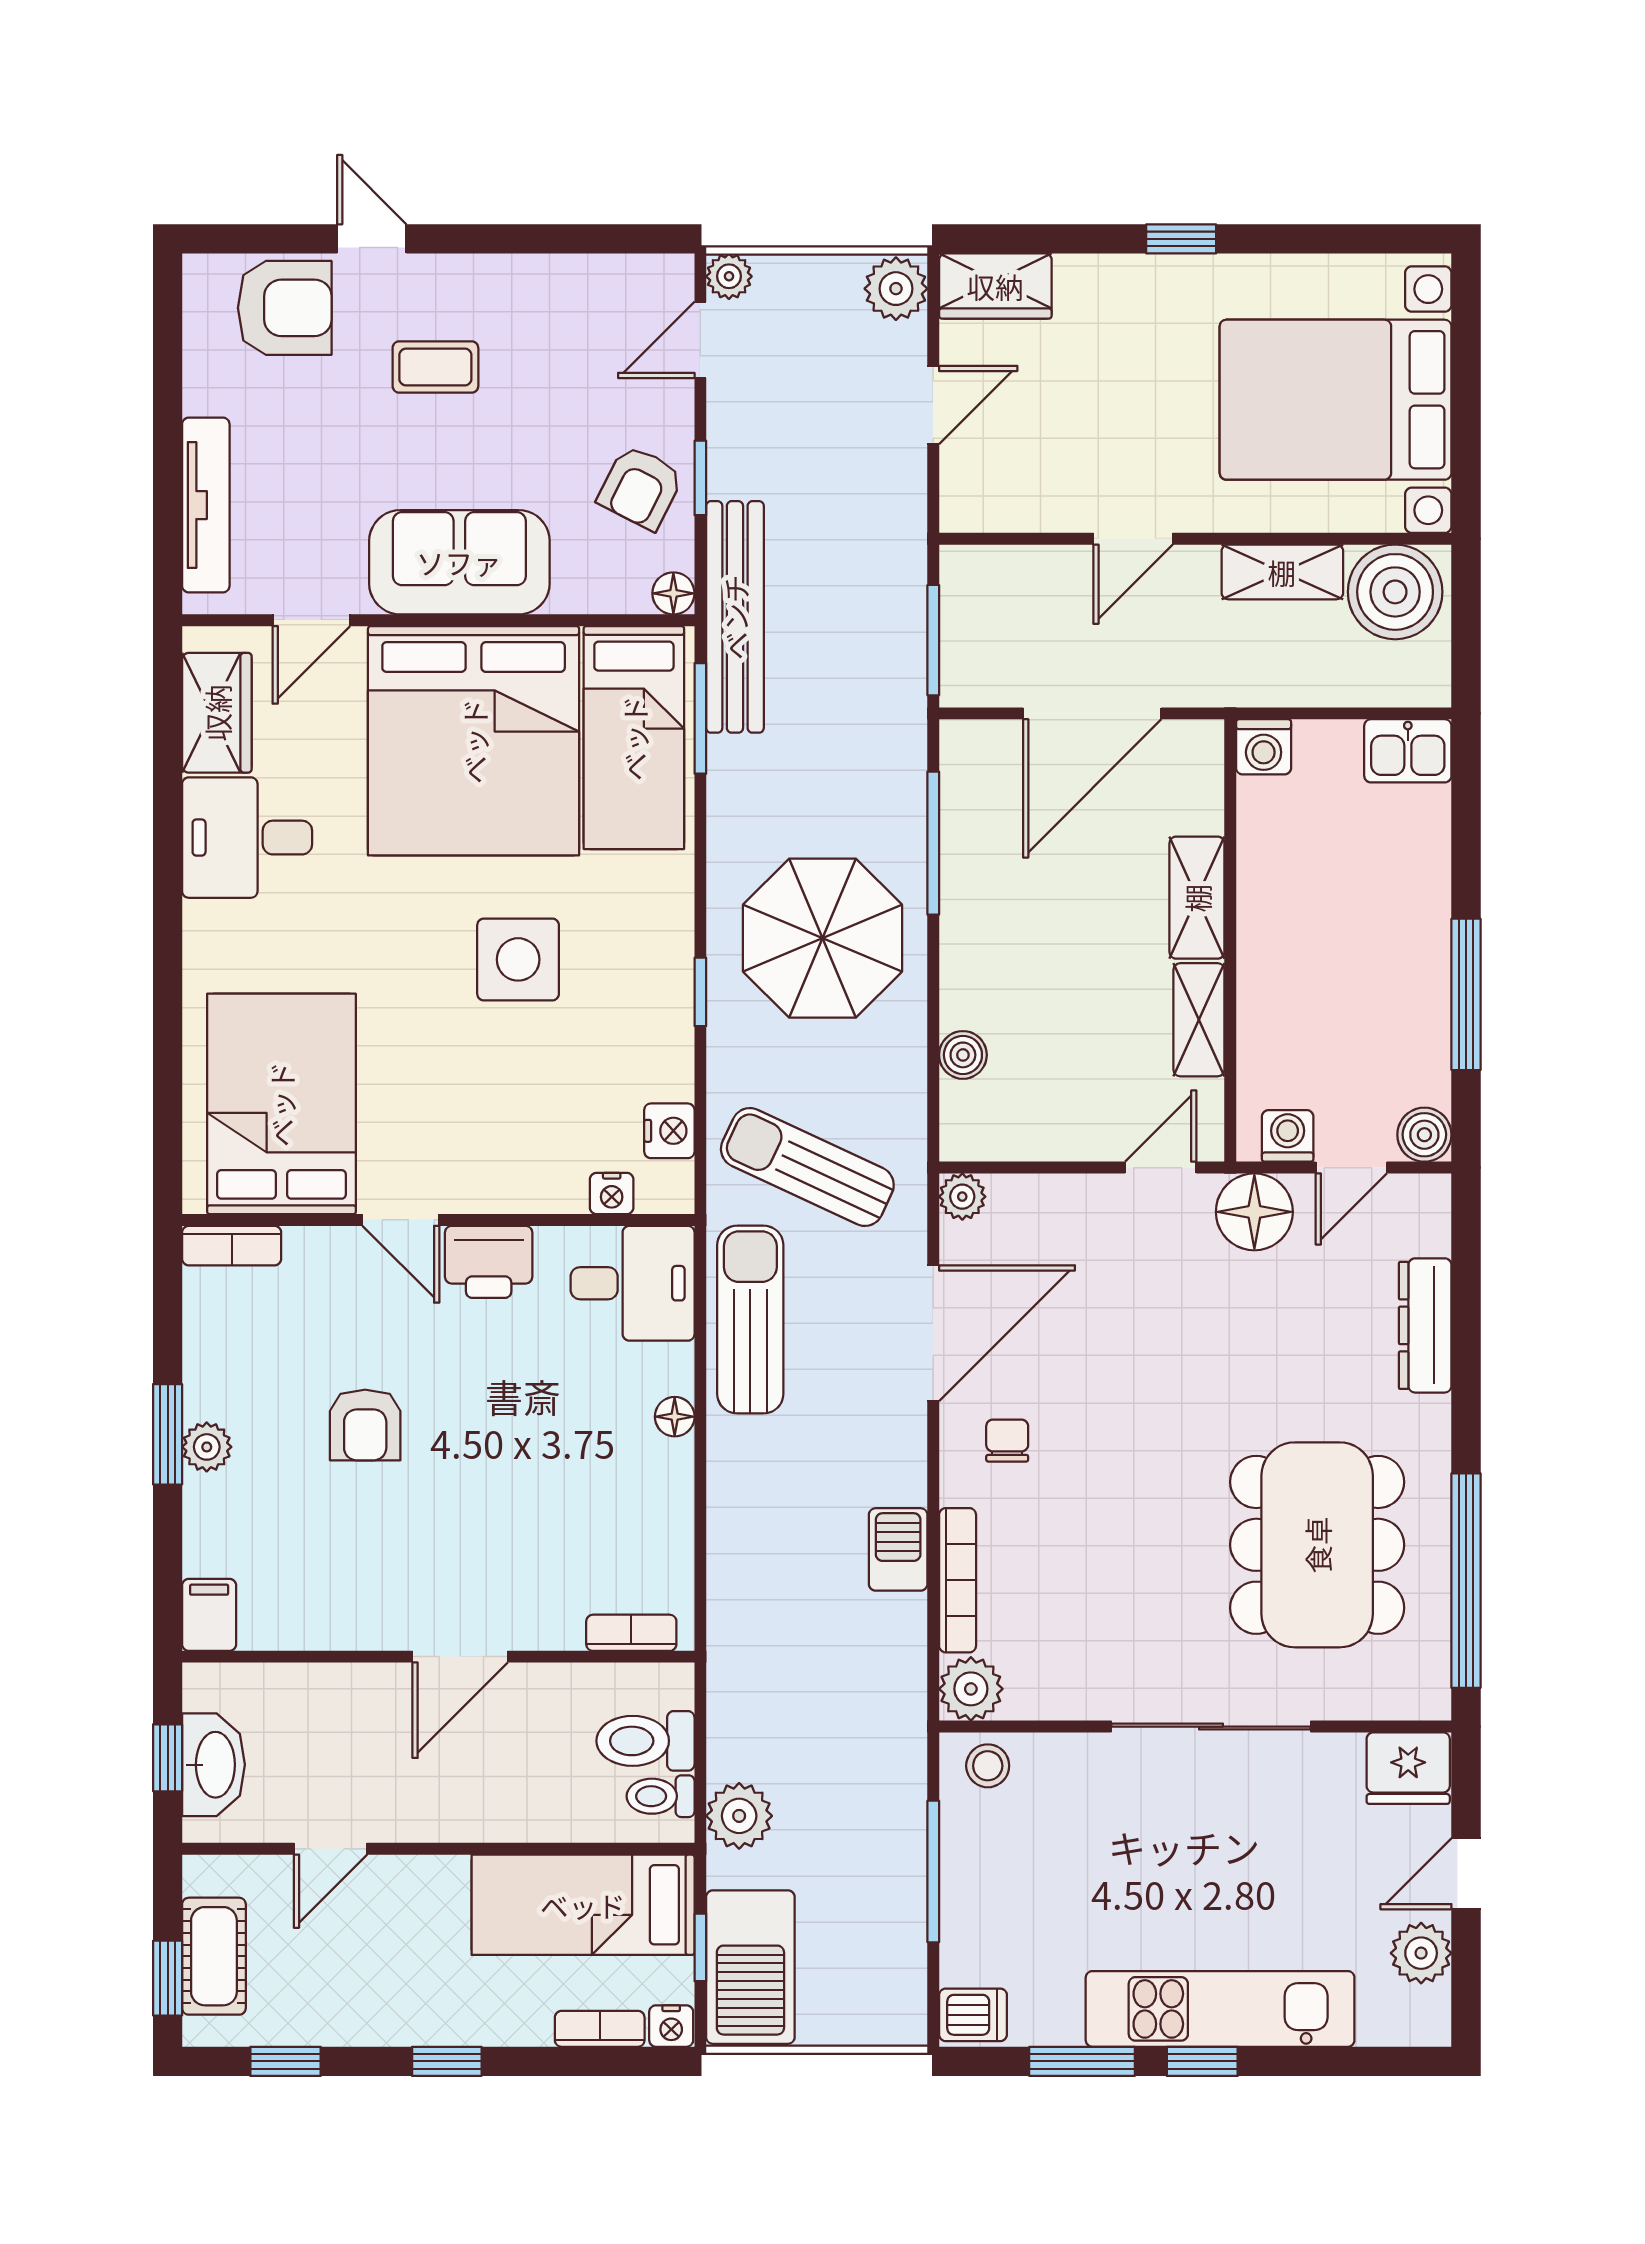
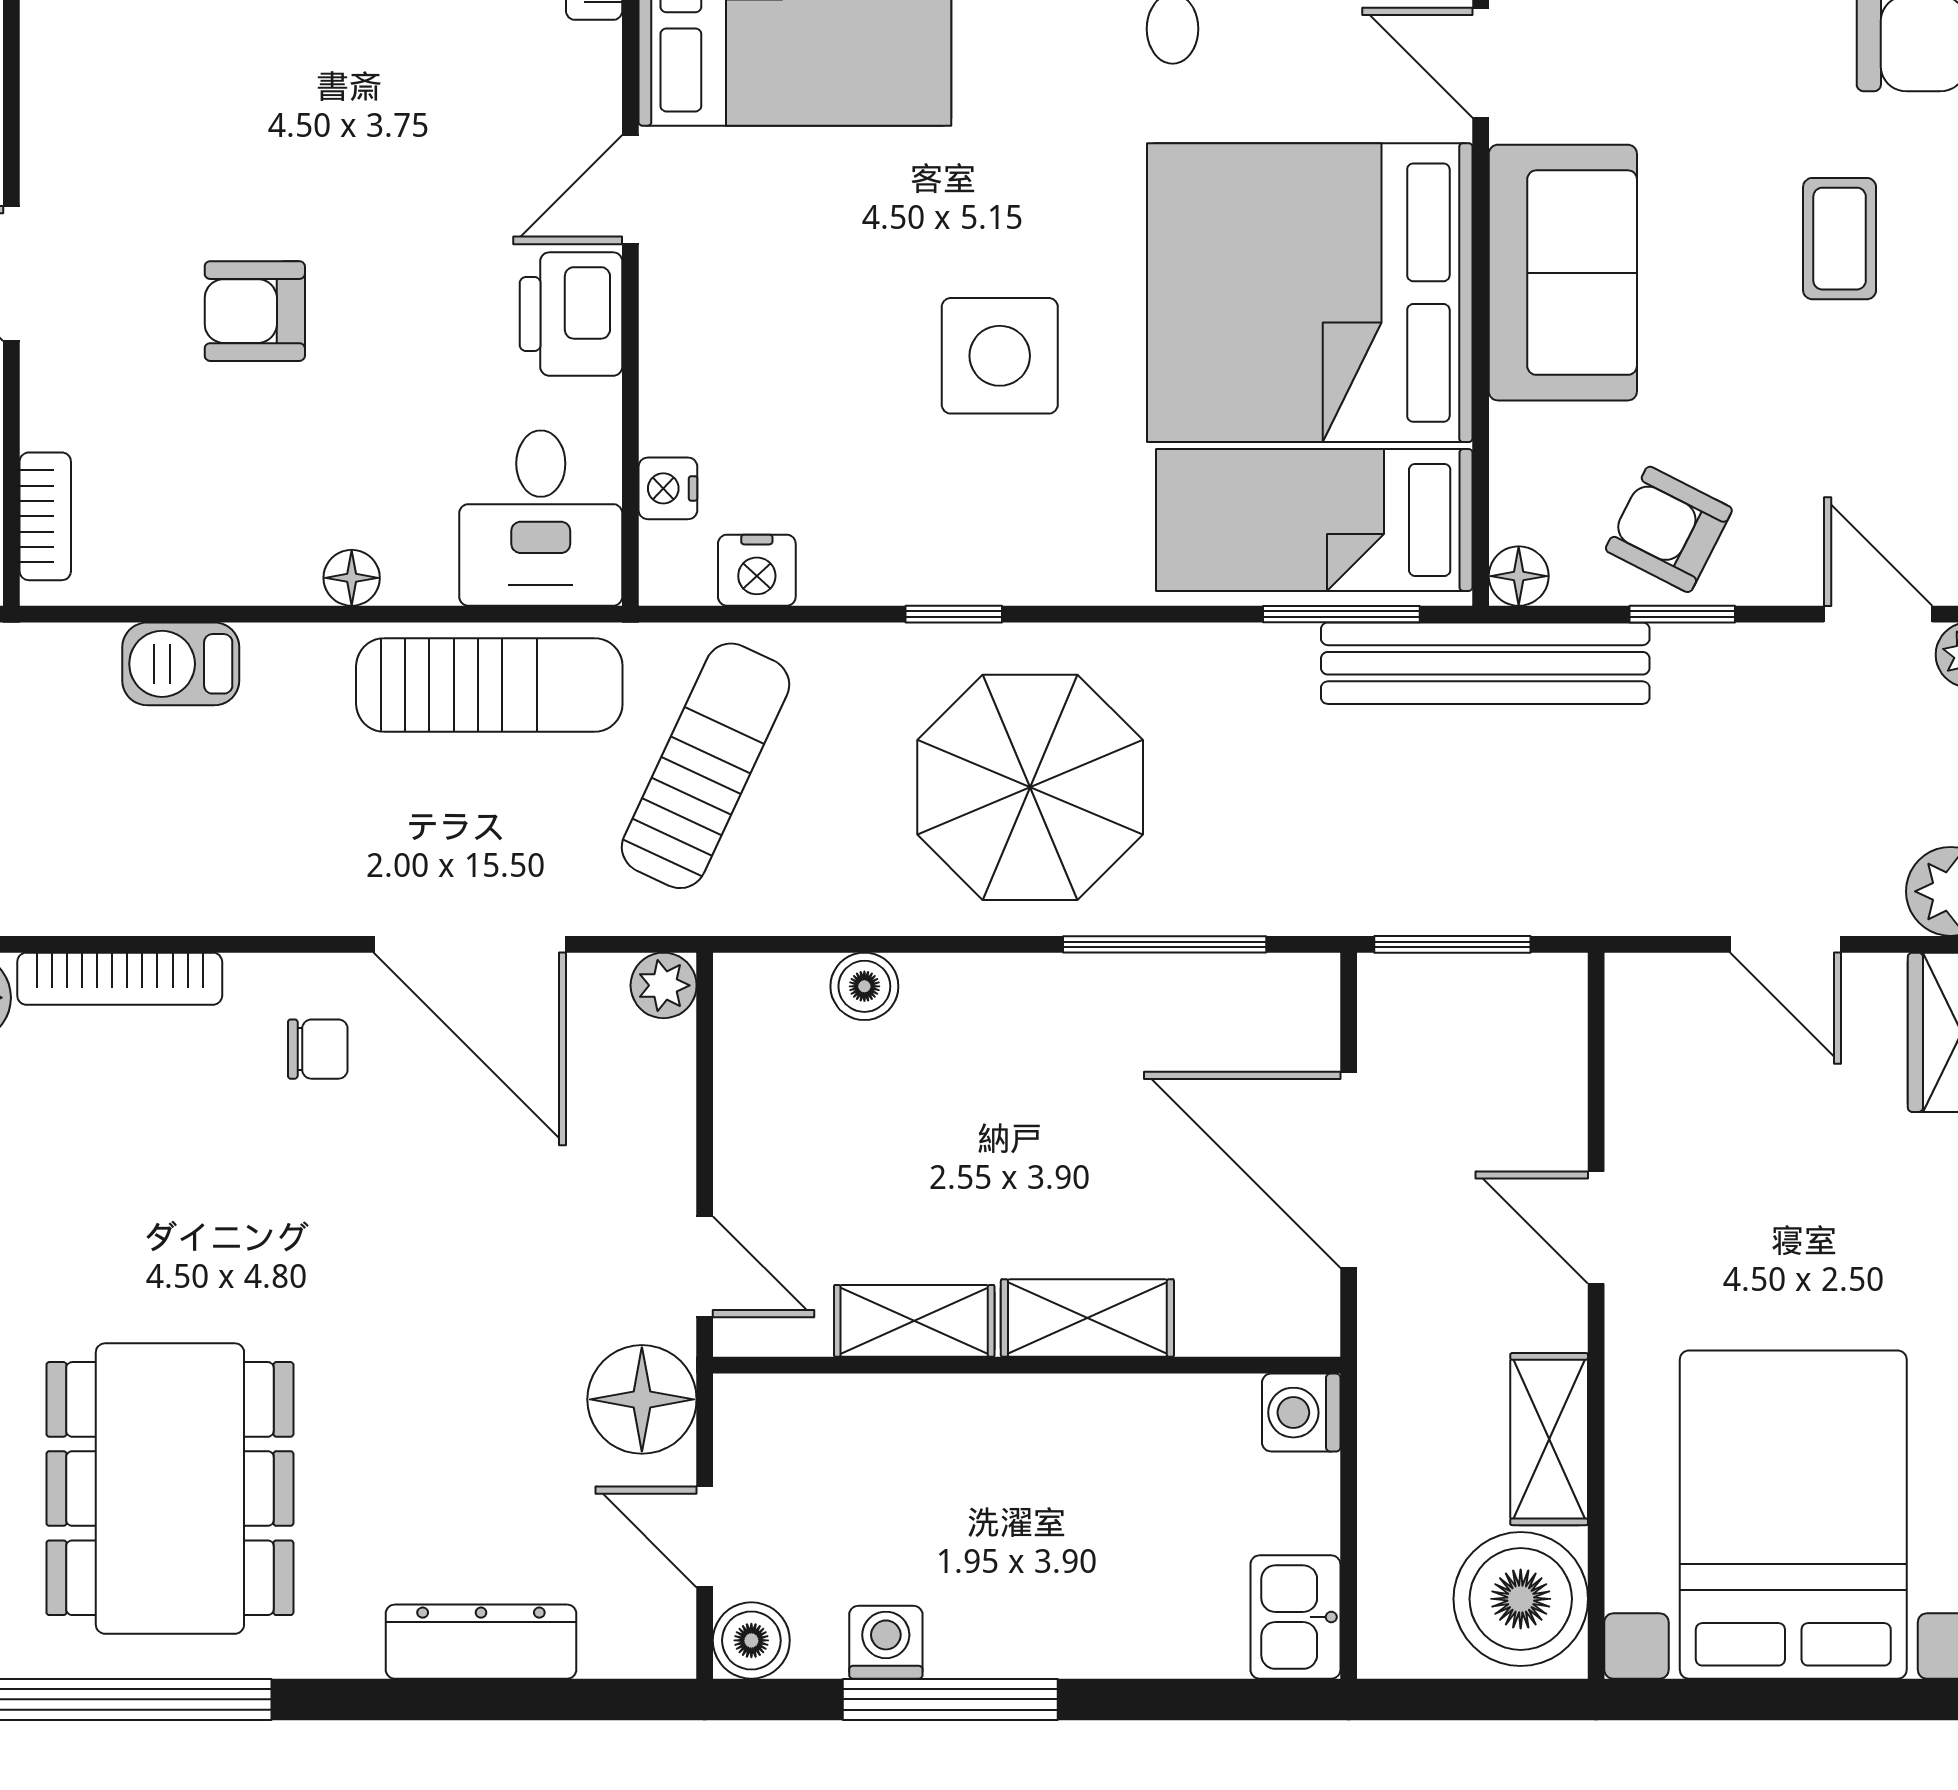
washing machine: (1288, 1136) -> (886, 1642), moved, turned -90
armchair: (365, 1425) -> (255, 311), moved
dining table: (1317, 1545) -> (170, 1489), turned 90
barbecue: (898, 1549) -> (181, 664), moved, turned 180

